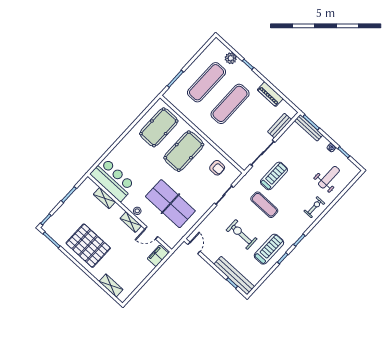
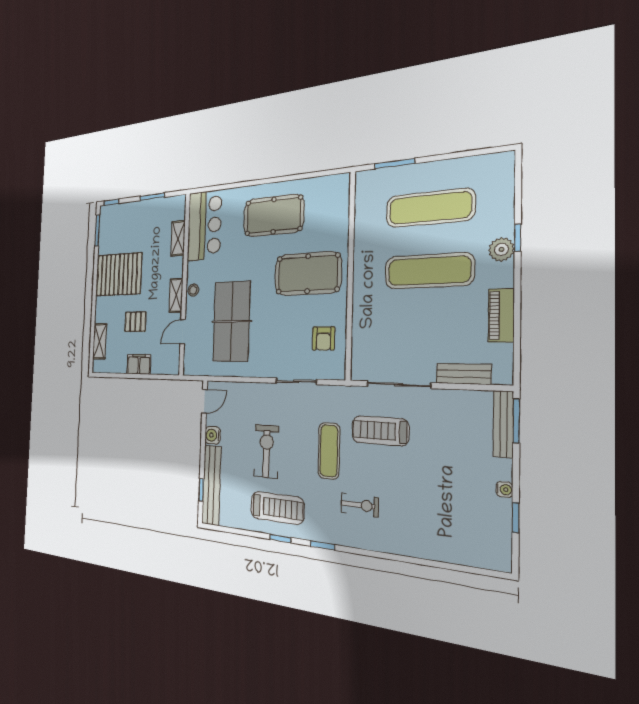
plant: (231, 58) -> (501, 249), moved
pool table: (159, 127) -> (273, 216), moved
treadmill: (274, 176) -> (380, 431), turned 180
weight bench: (329, 177) -> (452, 522), removed
exercise bike: (314, 207) -> (360, 505), moved
door: (151, 233) -> (183, 332), hinge flipped
pallet: (88, 246) -> (119, 274), turned 90
pallet: (122, 255) -> (135, 322), added
filing cabinet: (158, 256) -> (139, 364), moved
water cooler: (213, 256) -> (213, 435), added

